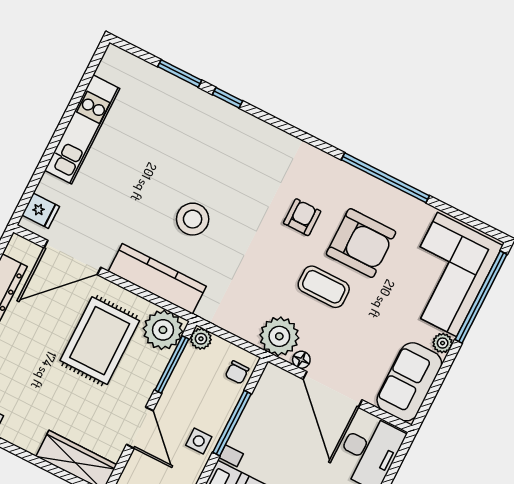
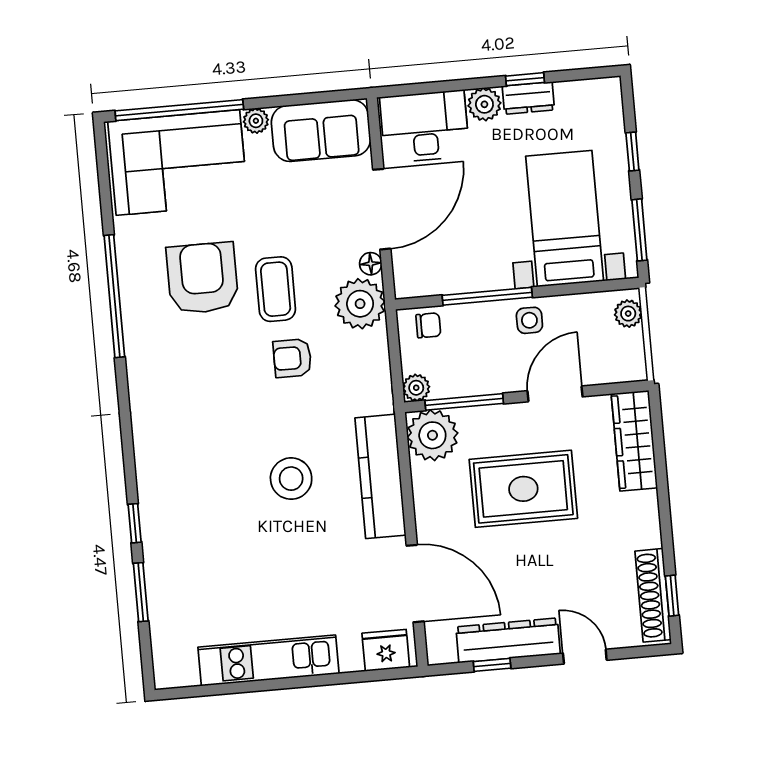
fridge: (41, 211) -> (386, 650), width x1.38
armchair: (302, 217) -> (292, 358), moved
rug: (100, 341) -> (523, 489), moved

